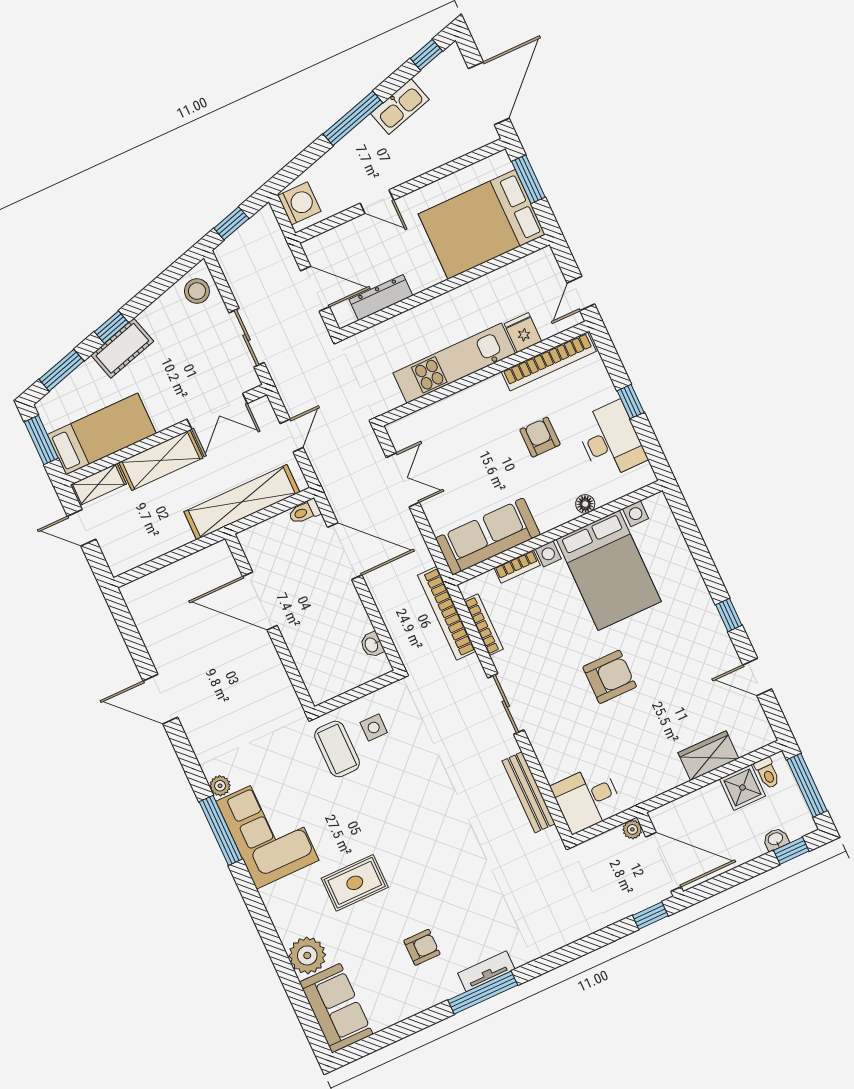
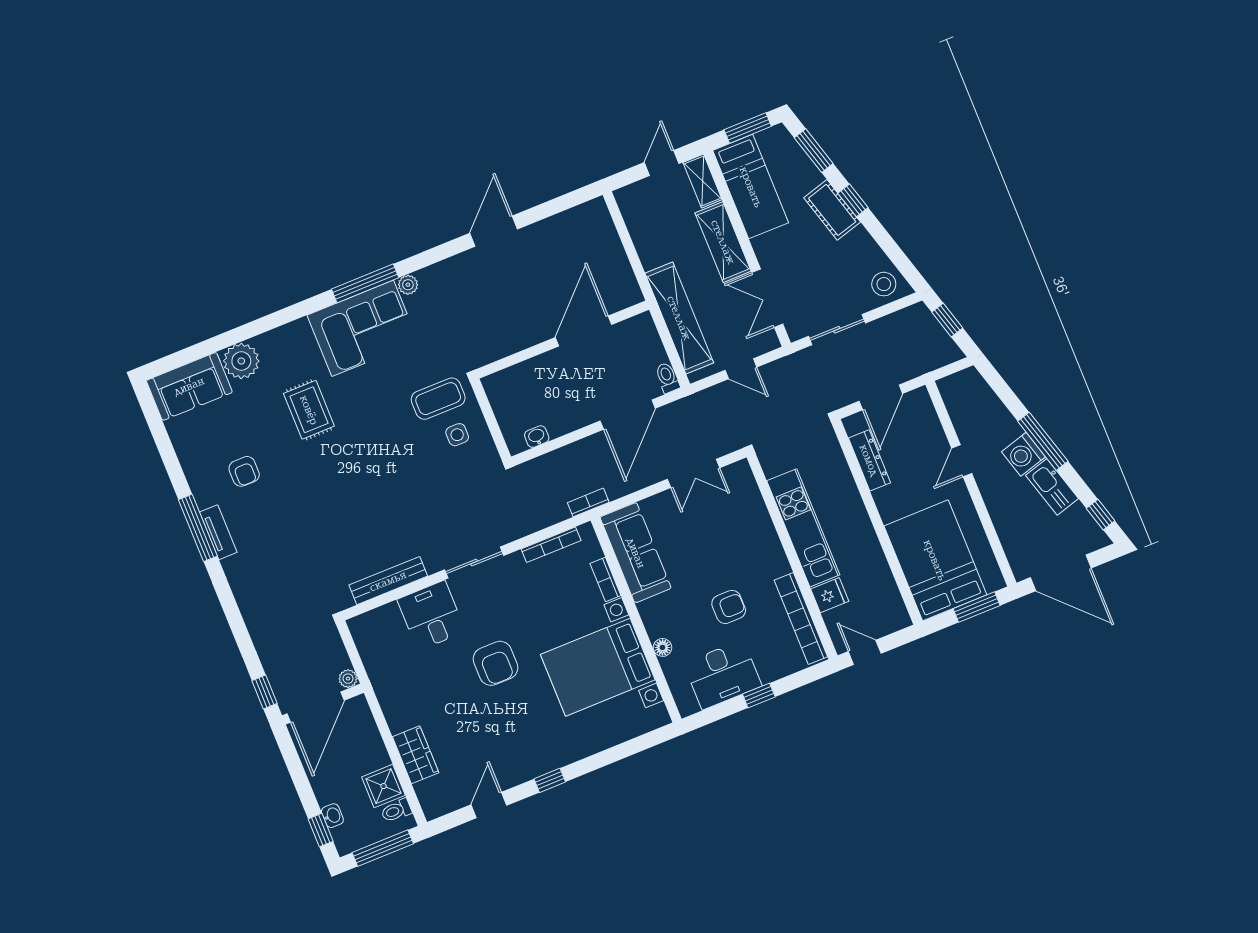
washing machine: (299, 203) -> (1023, 454), moved, turned 74
bookcase: (447, 613) -> (588, 502), width x0.43, depth x0.76
desk: (587, 799) -> (431, 616), moved

